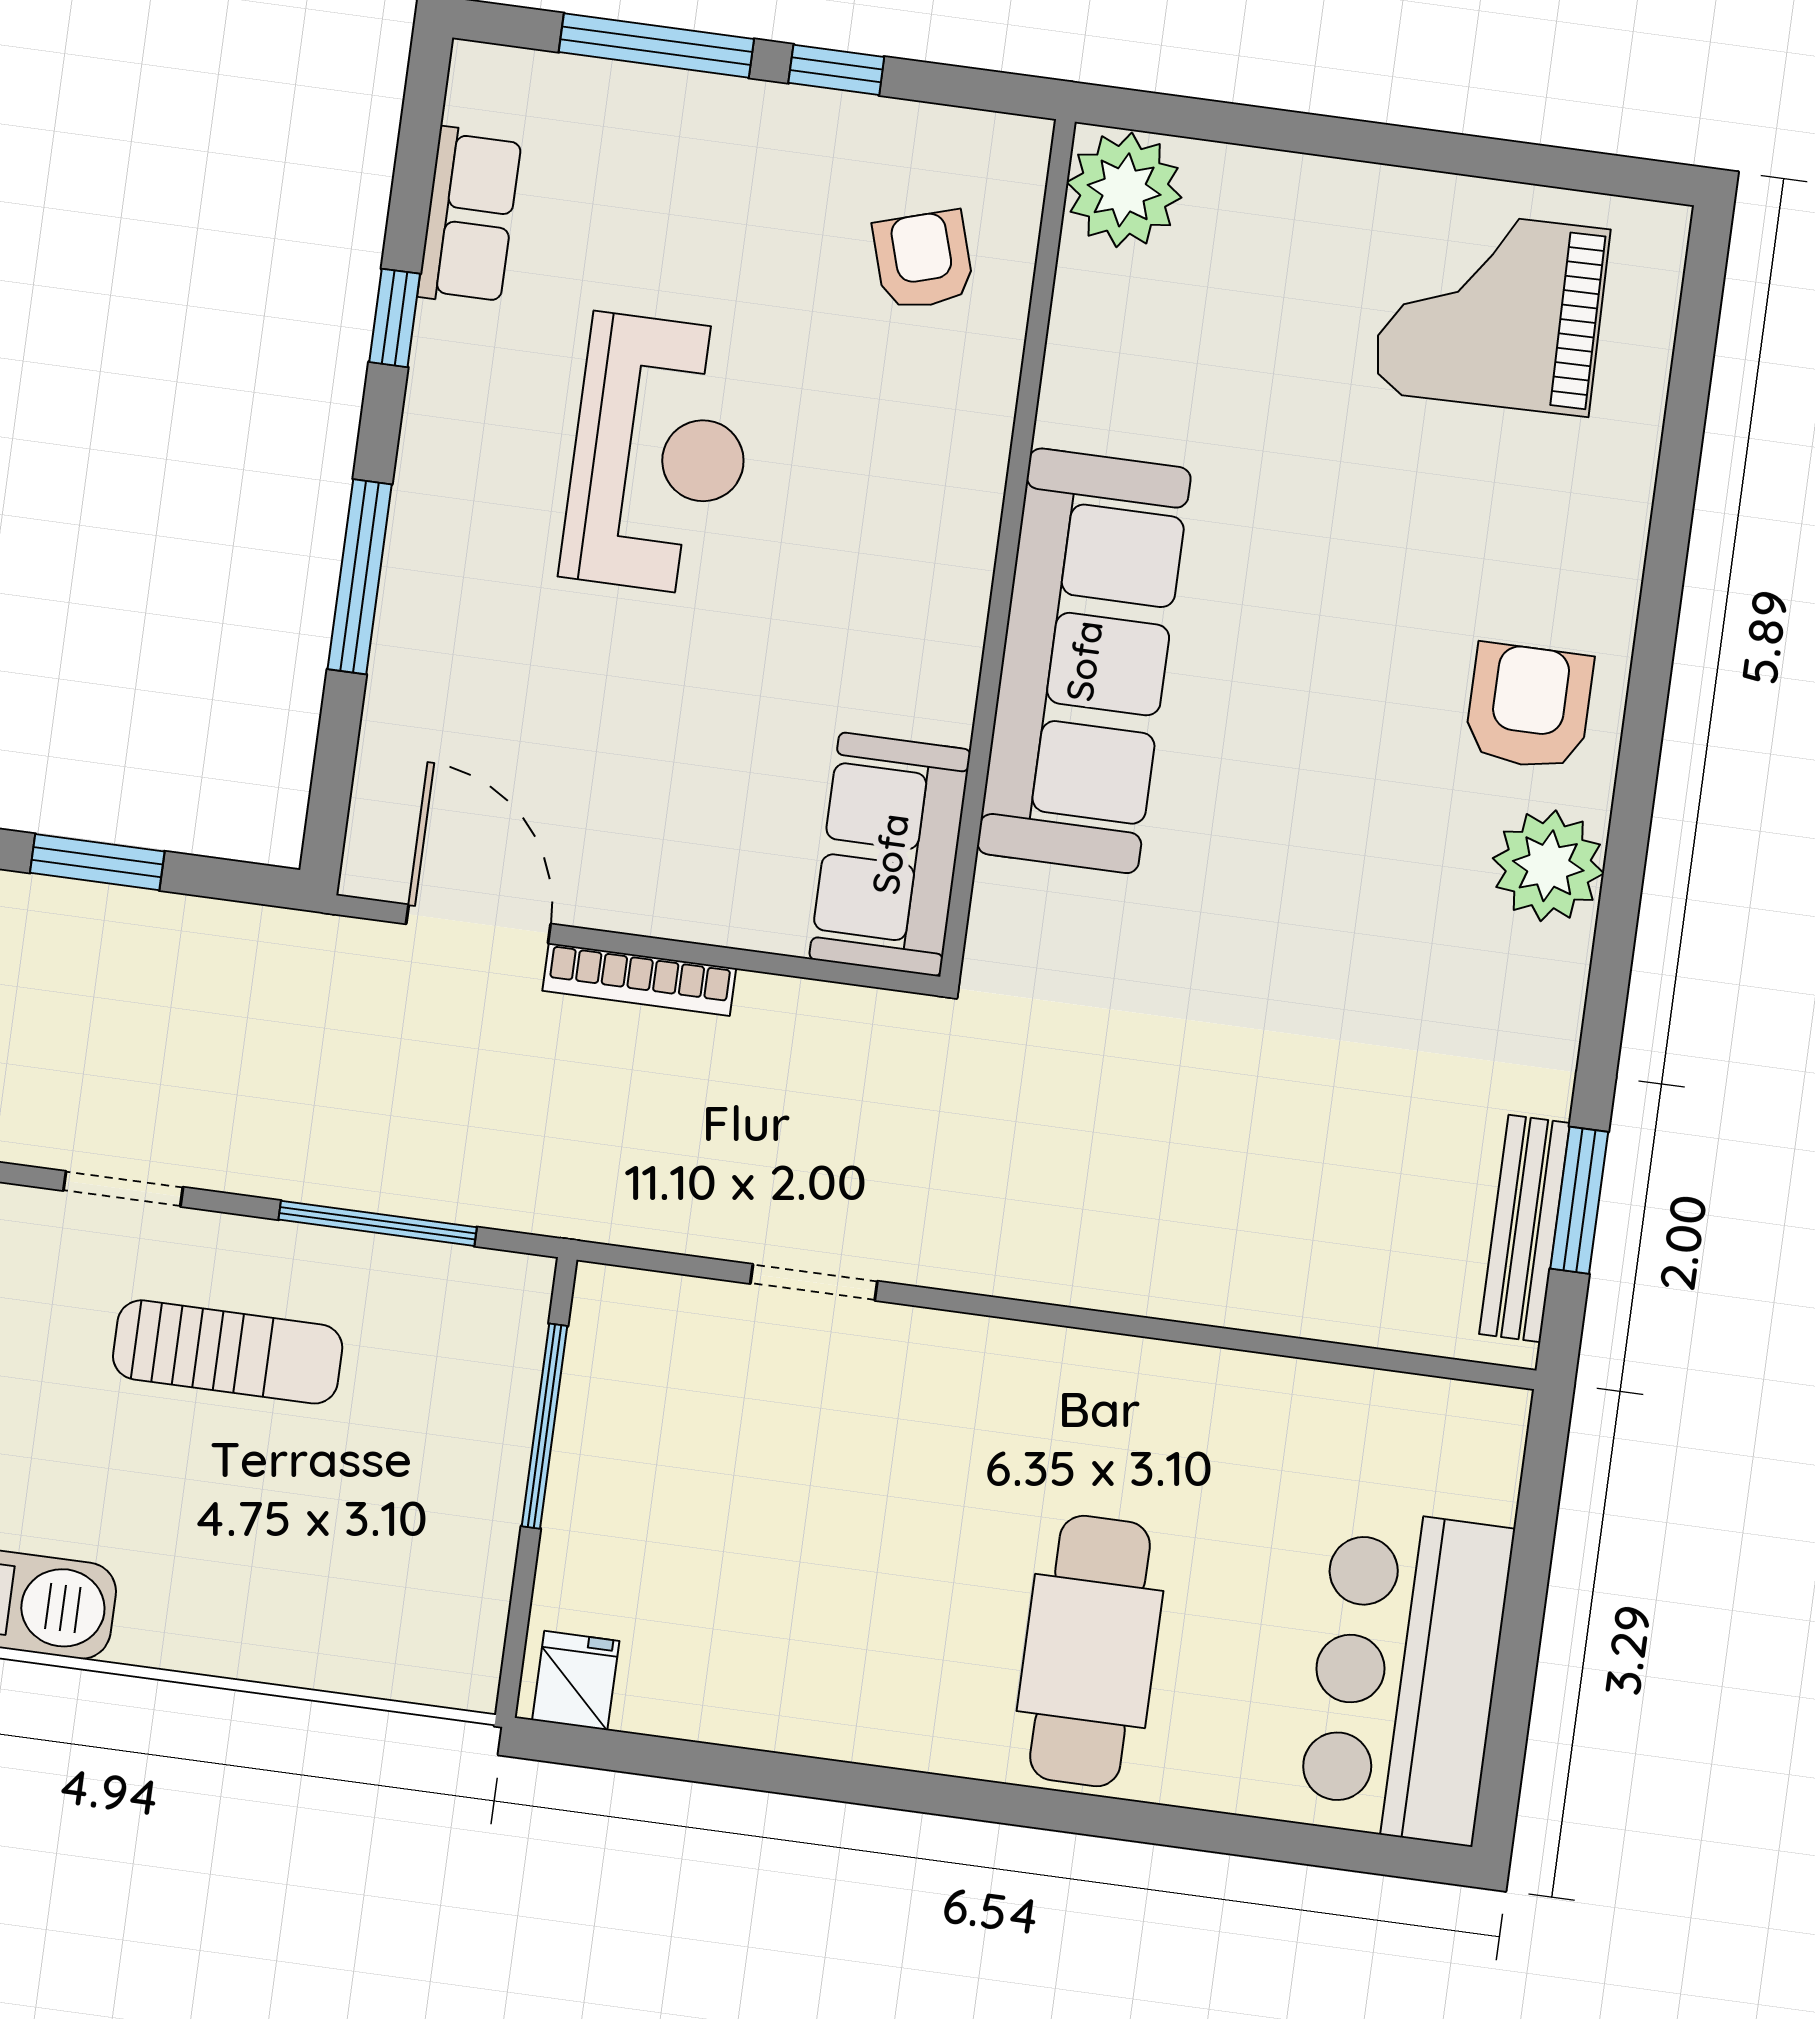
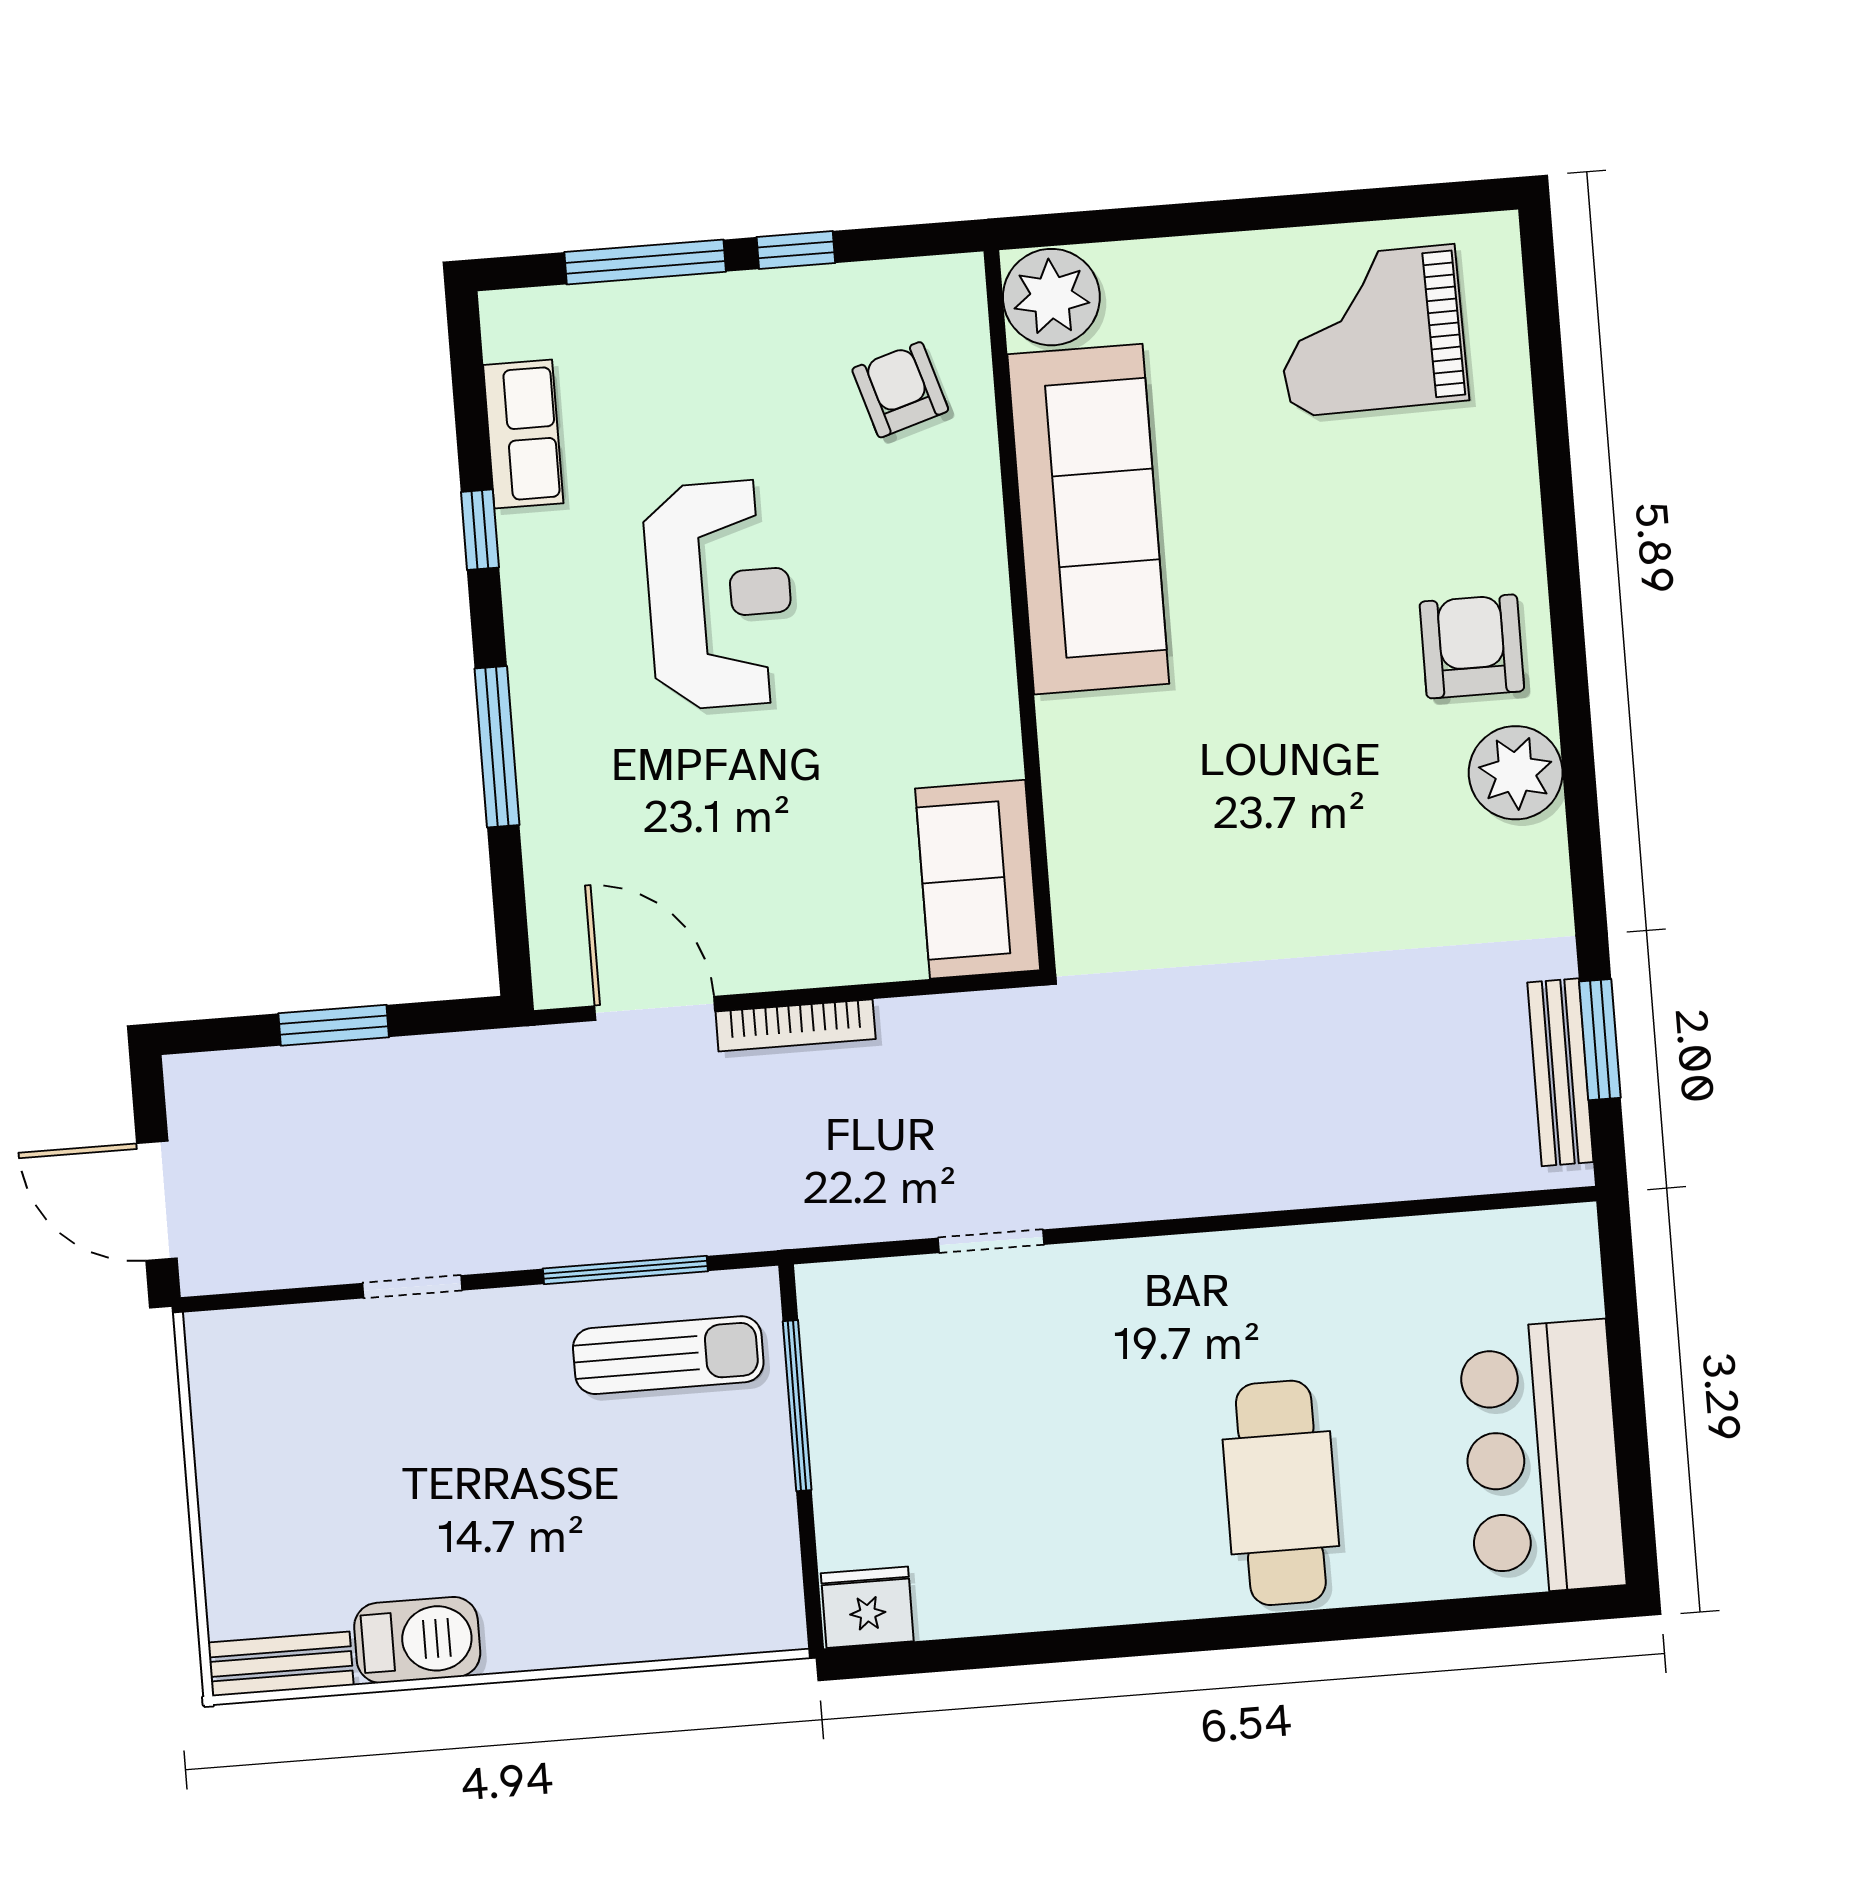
sofa: (1084, 661) -> (1088, 519), moved
sun lounger: (228, 1352) -> (668, 1355), moved
fridge: (576, 1680) -> (867, 1607), width x1.38

